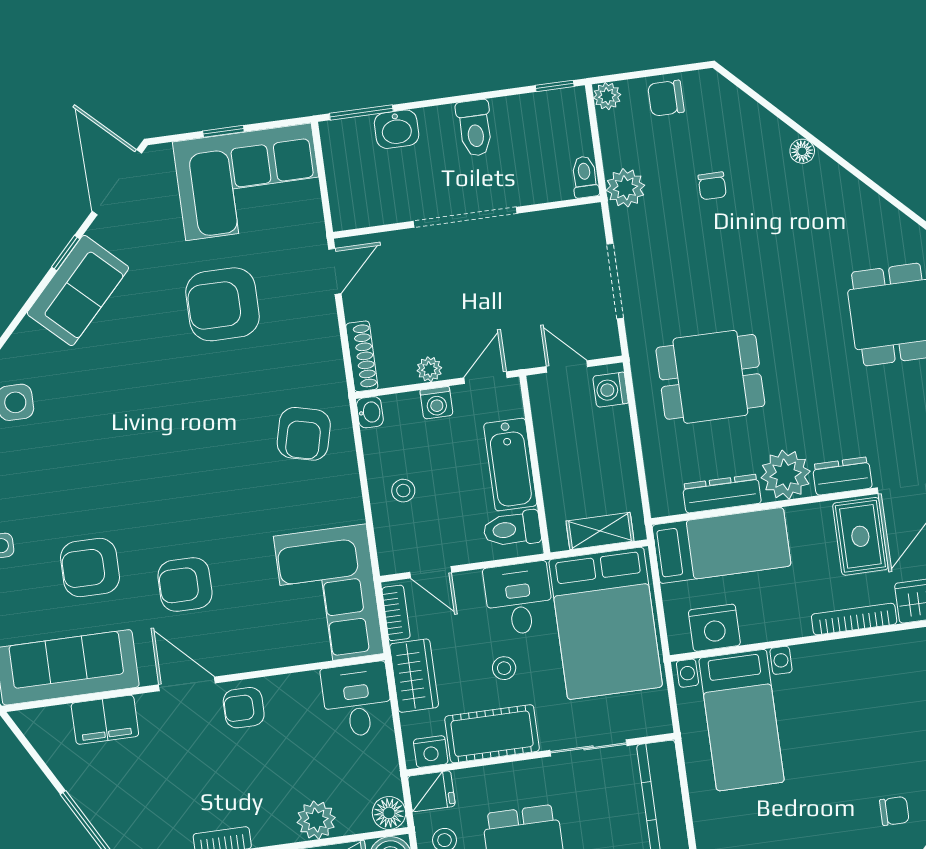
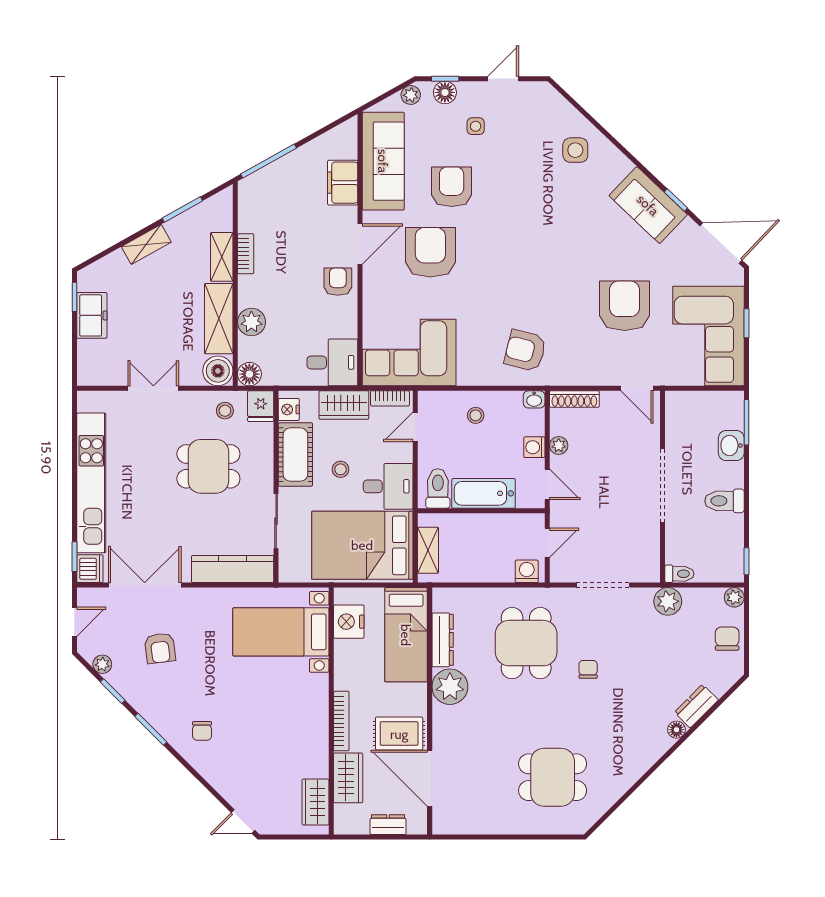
chair: (712, 186) -> (588, 669), moved, turned 90
dresser: (842, 476) -> (696, 706), moved, turned -135
armchair: (185, 584) -> (430, 252), width x1.36, depth x1.36

